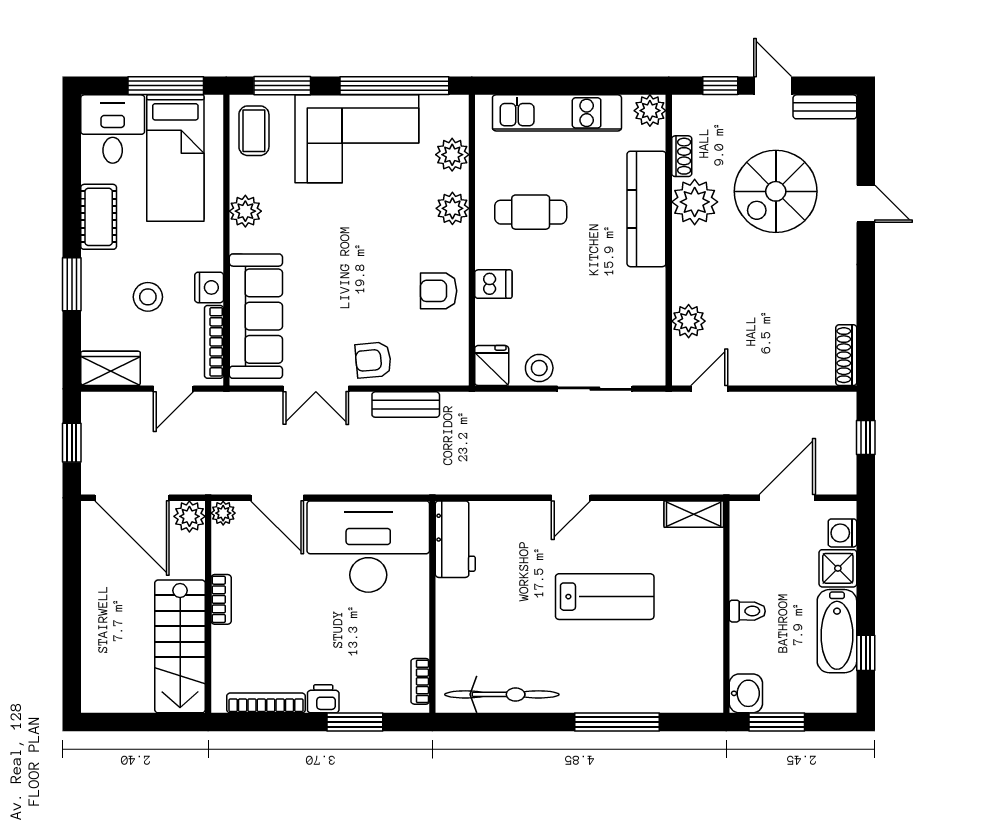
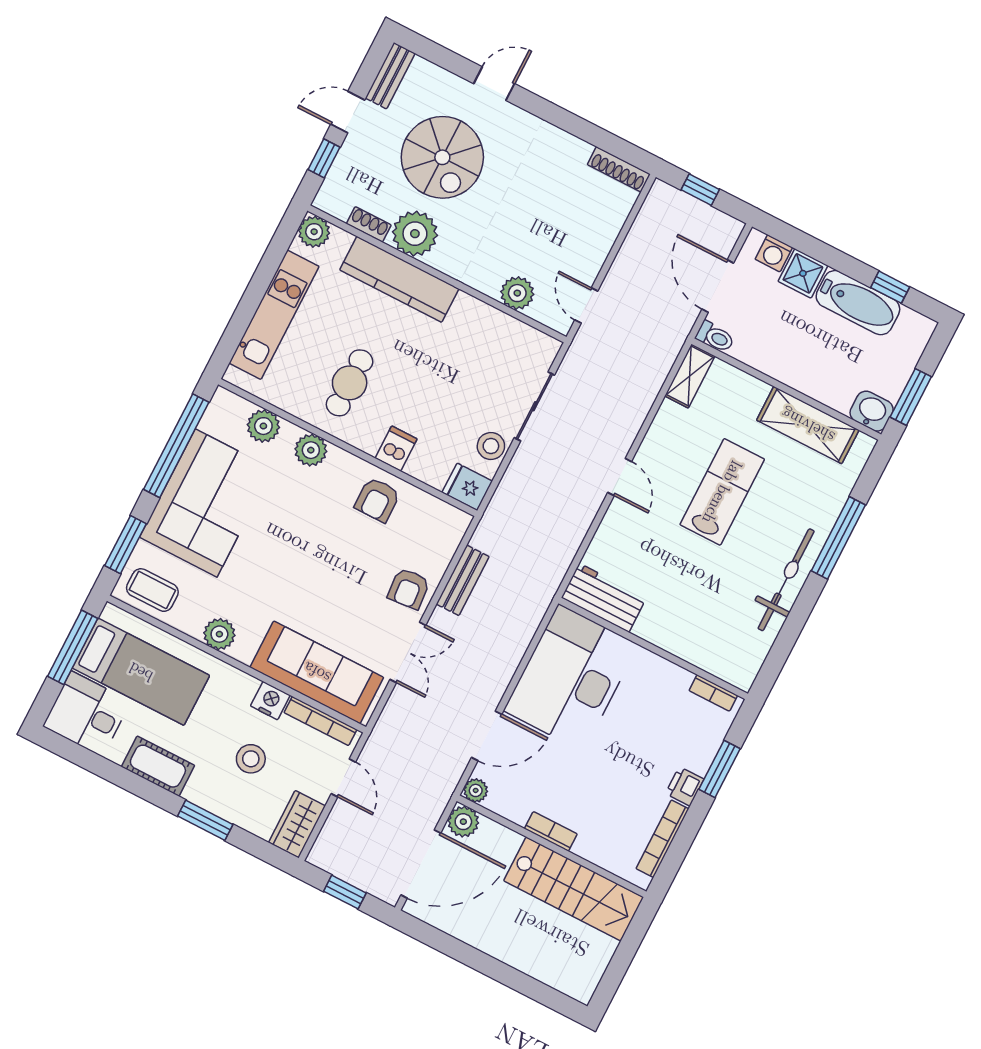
toilet: (747, 611) -> (715, 337), moved, turned 90
shelving: (704, 643) -> (808, 425), added
bicycle: (502, 694) -> (786, 580), moved

